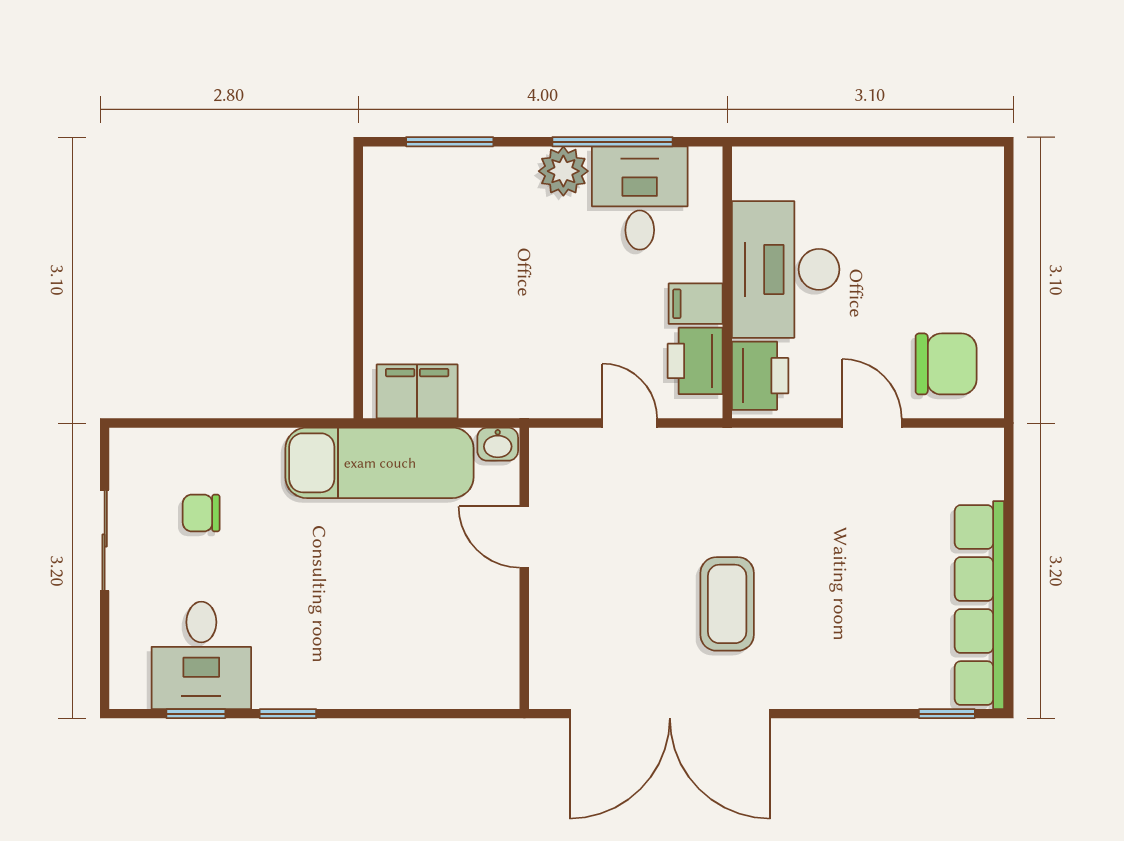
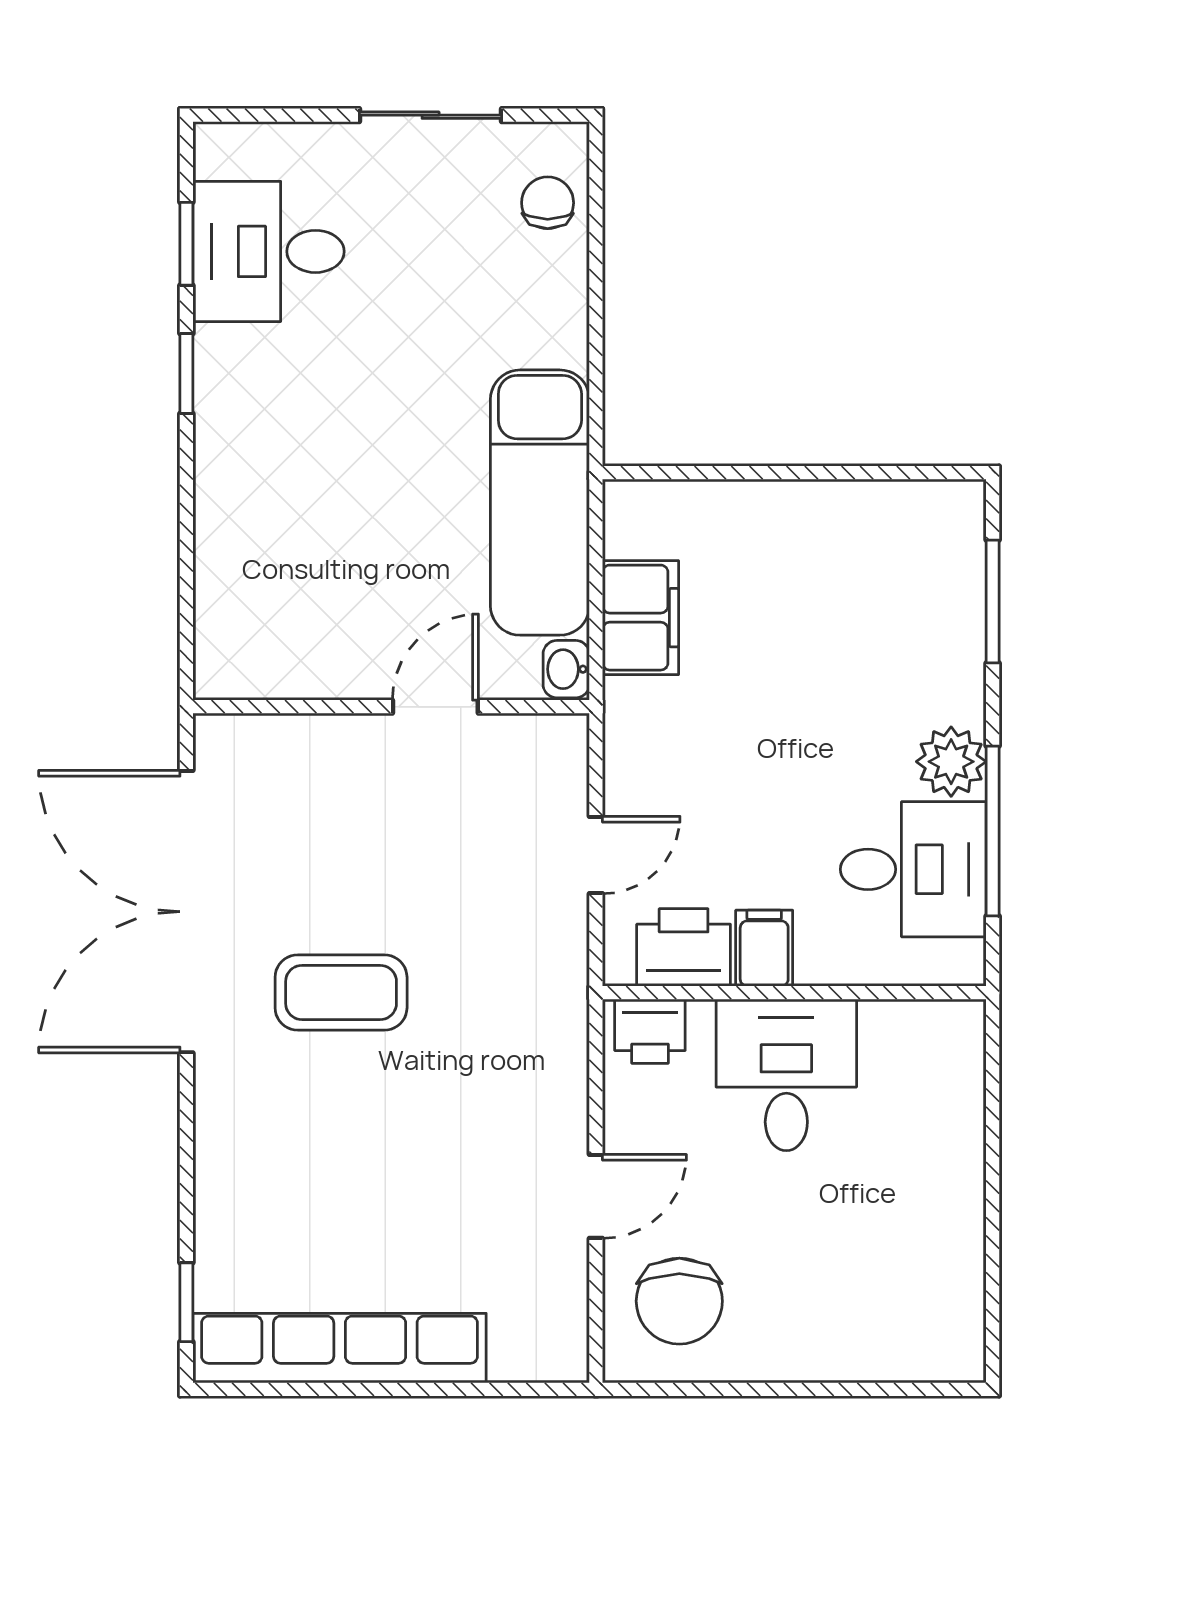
desk: (786, 269) -> (786, 1075), width x0.73
printer: (760, 376) -> (650, 1031), width x0.73, depth x0.81
filing cabinet: (417, 391) -> (641, 618), moved
chair: (201, 513) -> (548, 203), moved

